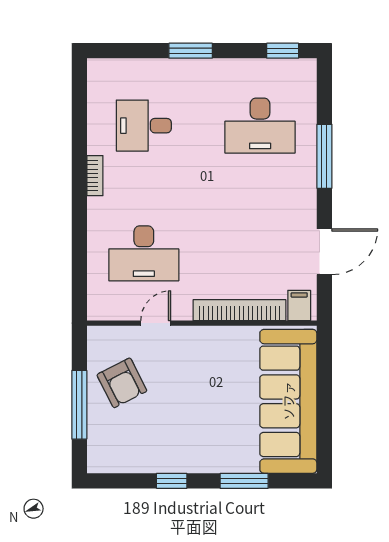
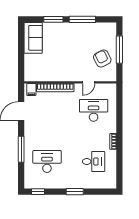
sofa: (288, 401) -> (33, 38), width x0.54, depth x0.79
window: (172, 481) -> (82, 19), width x2.17

